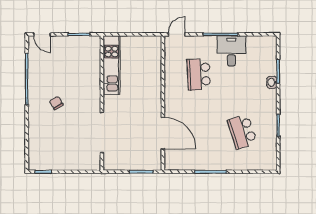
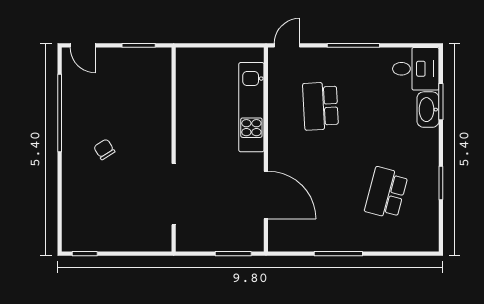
desk: (231, 51) -> (416, 69), moved, turned 90
kitchen unit: (112, 65) -> (251, 107), moved, turned 180
washbasin: (272, 82) -> (428, 110), width x1.91, depth x1.45
school desk: (242, 132) -> (386, 193), turned 33

